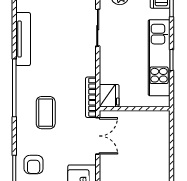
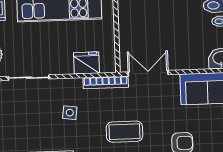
side table: (65, 64) -> (70, 113), added
fridge: (109, 96) -> (86, 63), moved

